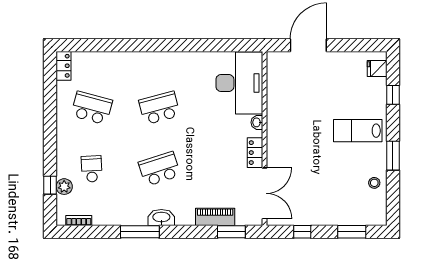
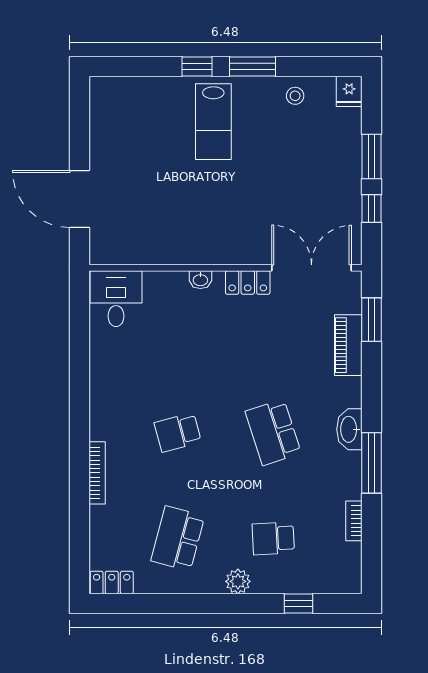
bookcase: (133, 56) -> (97, 473), added
fridge: (377, 69) -> (349, 91), moved
desk: (239, 83) -> (116, 299), width x0.53, depth x0.77
window: (393, 95) -> (197, 66), moved
school desk: (159, 108) -> (178, 432), width x0.54
plant: (64, 187) -> (238, 581), moved
bookcase: (79, 220) -> (354, 521), moved
window: (352, 232) -> (372, 157), moved

